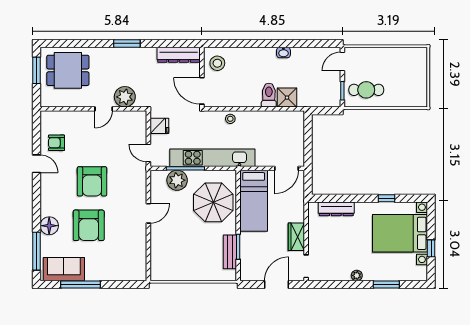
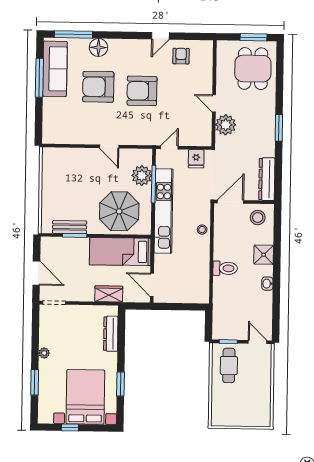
shower: (287, 98) -> (264, 255), moved
window: (387, 198) -> (121, 384), width x1.50
wardrobe: (296, 237) -> (109, 294), moved
sofa: (64, 269) -> (55, 69), width x1.36

